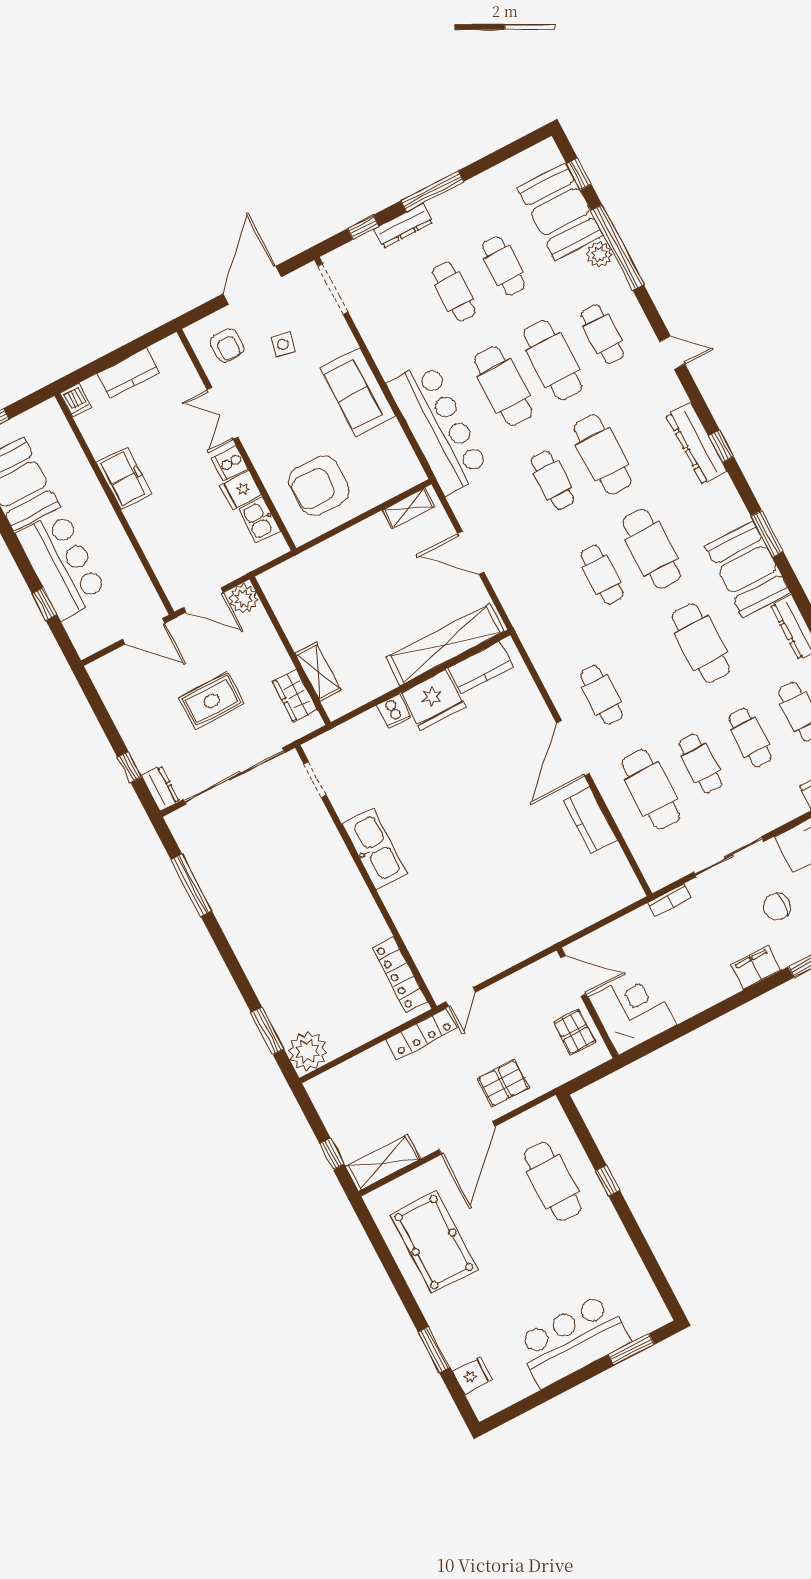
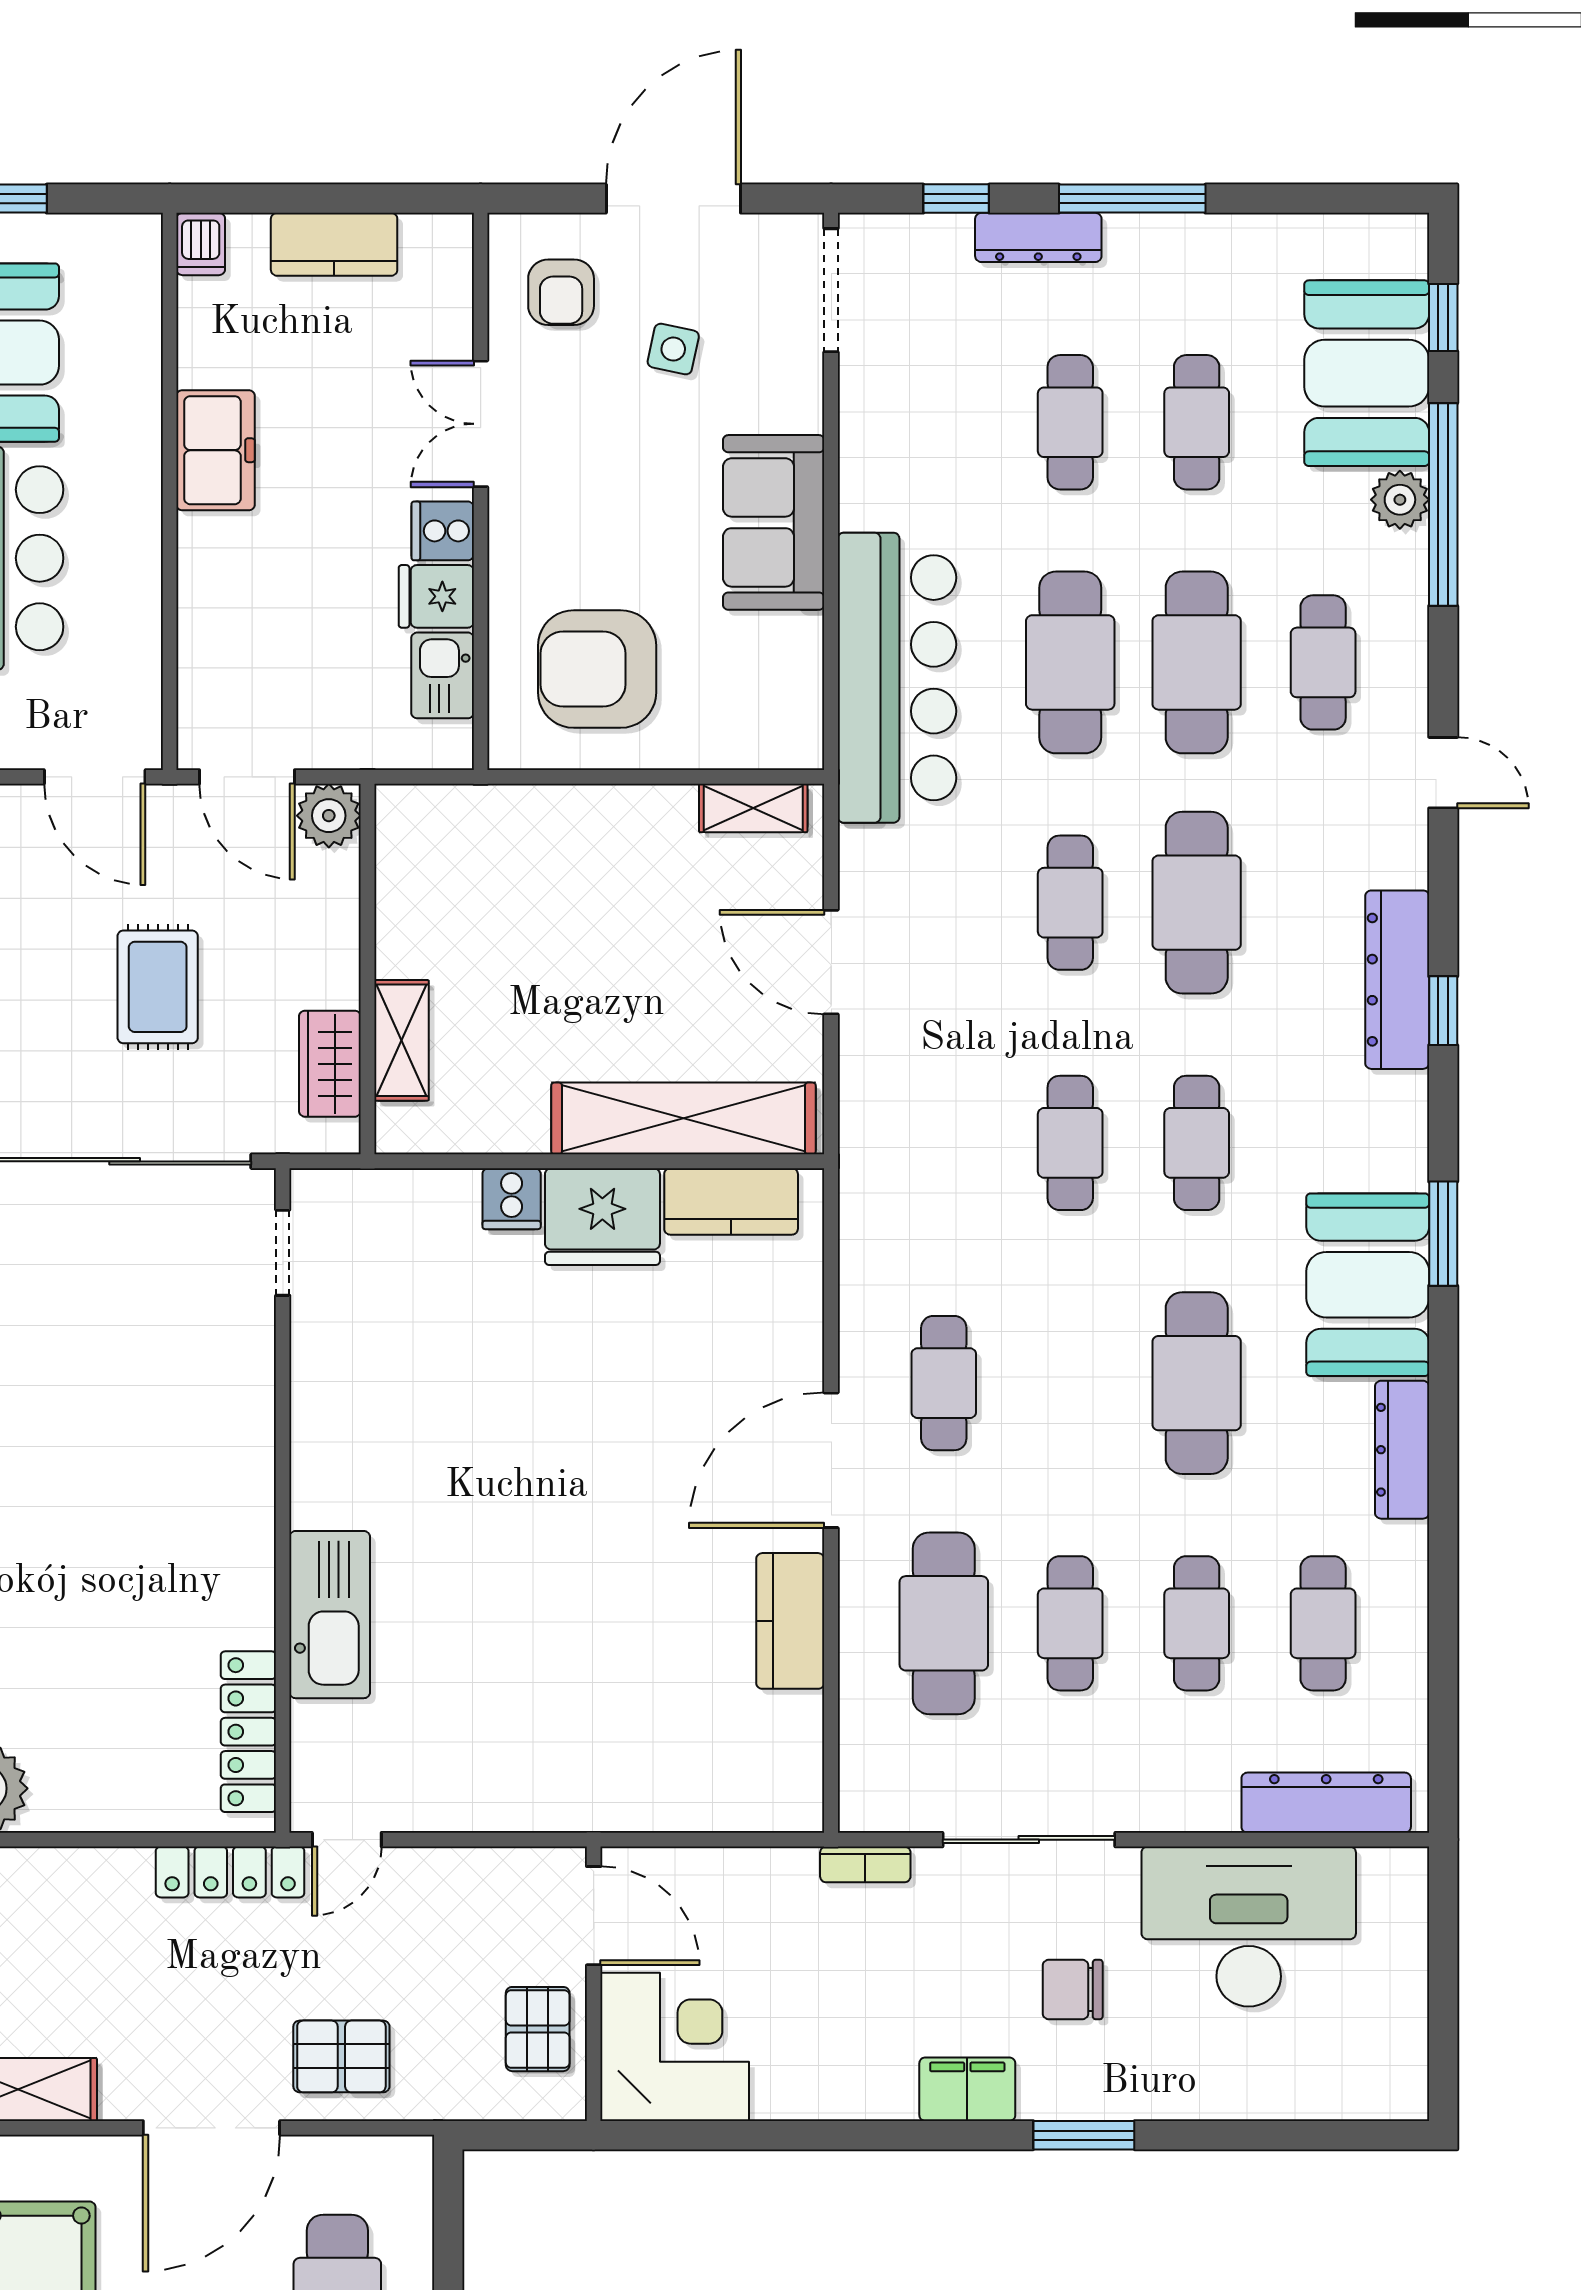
cafe table: (652, 549) -> (1197, 1143), width x0.73, depth x0.74
rug: (211, 701) -> (158, 987), turned 90
kitchen sink: (375, 849) -> (330, 1615), moved

